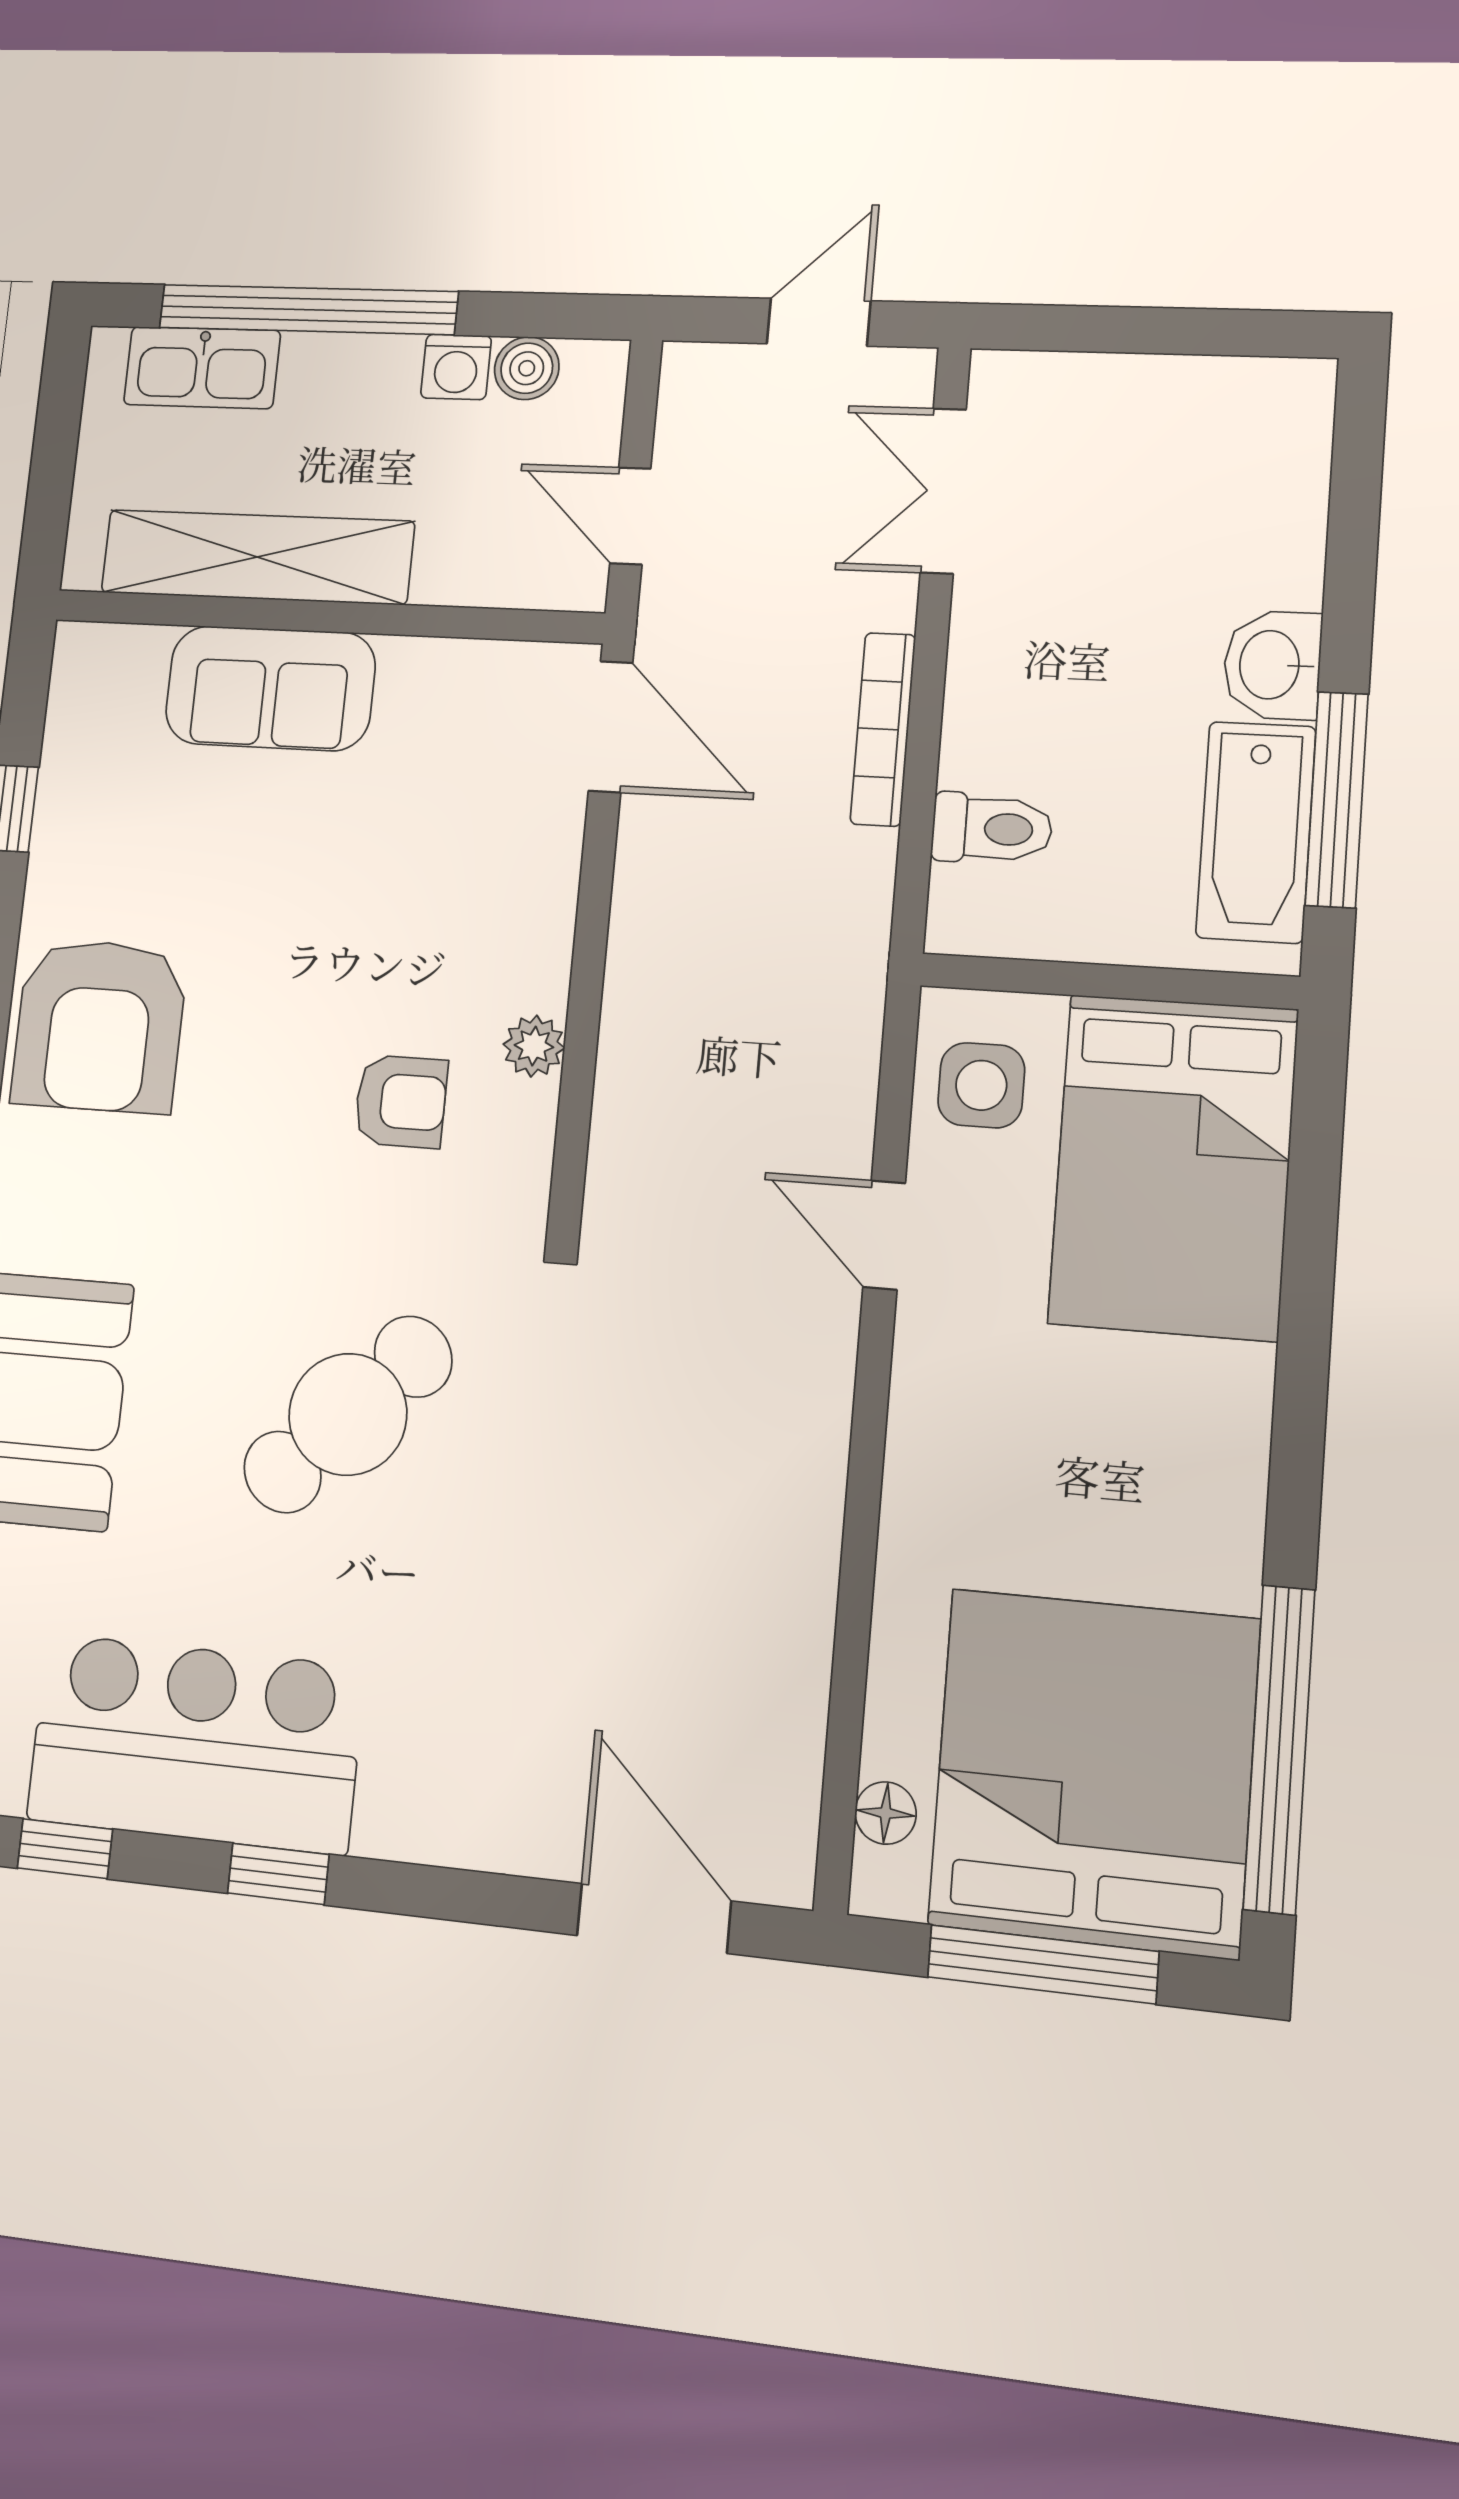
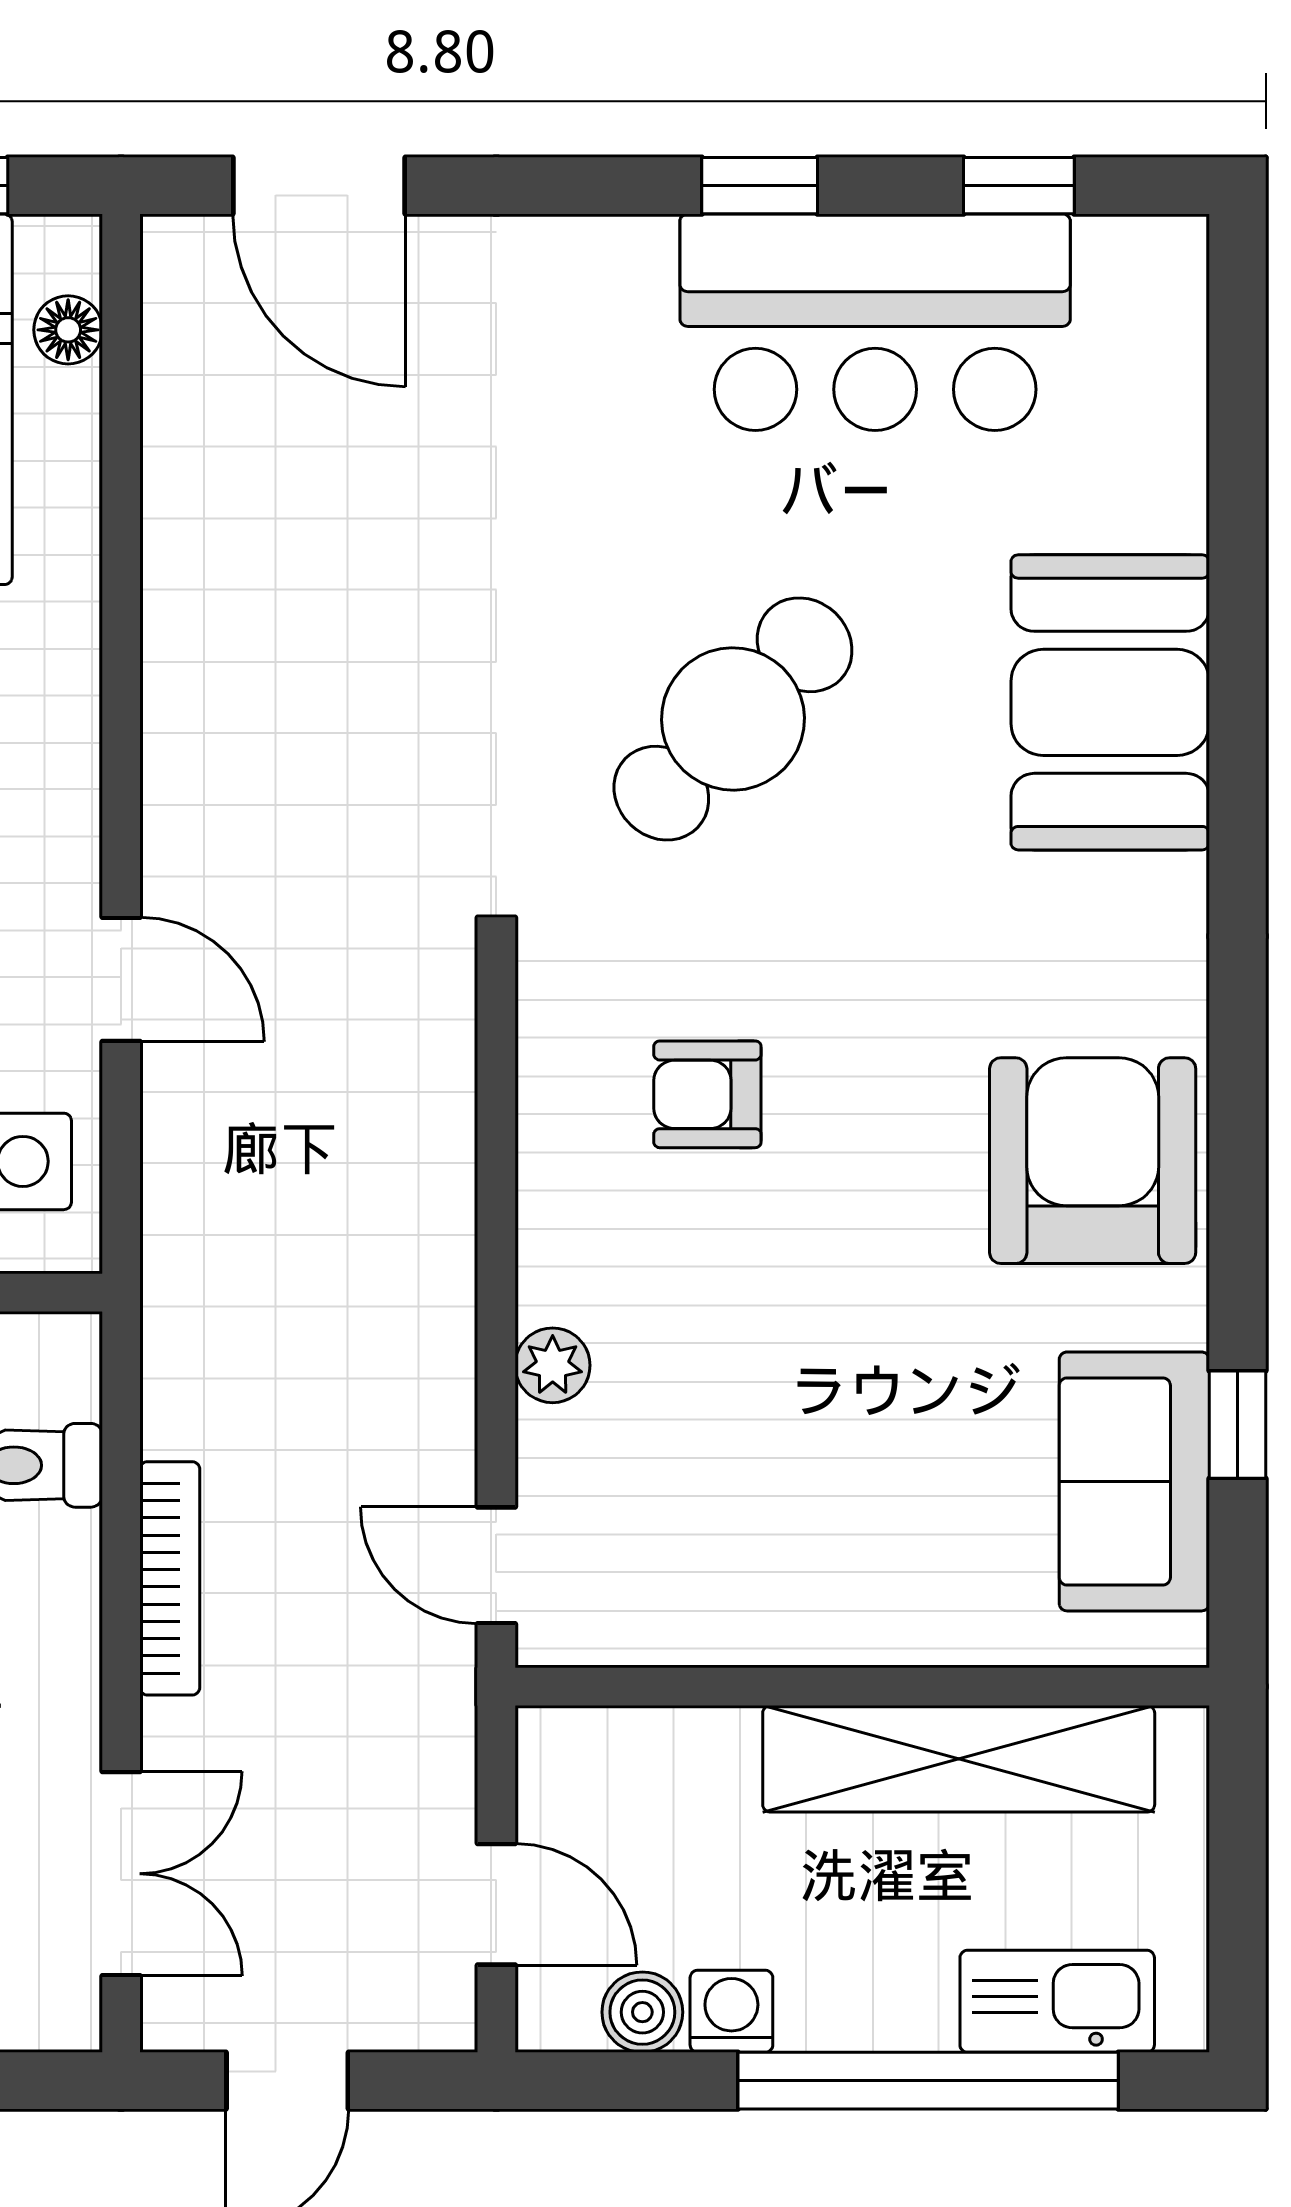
door: (630, 516) -> (496, 1904), moved
sofa: (270, 688) -> (1134, 1481), moved, turned -90
door: (611, 727) -> (496, 1565), width x0.73
plant: (534, 1046) -> (553, 1365), moved

